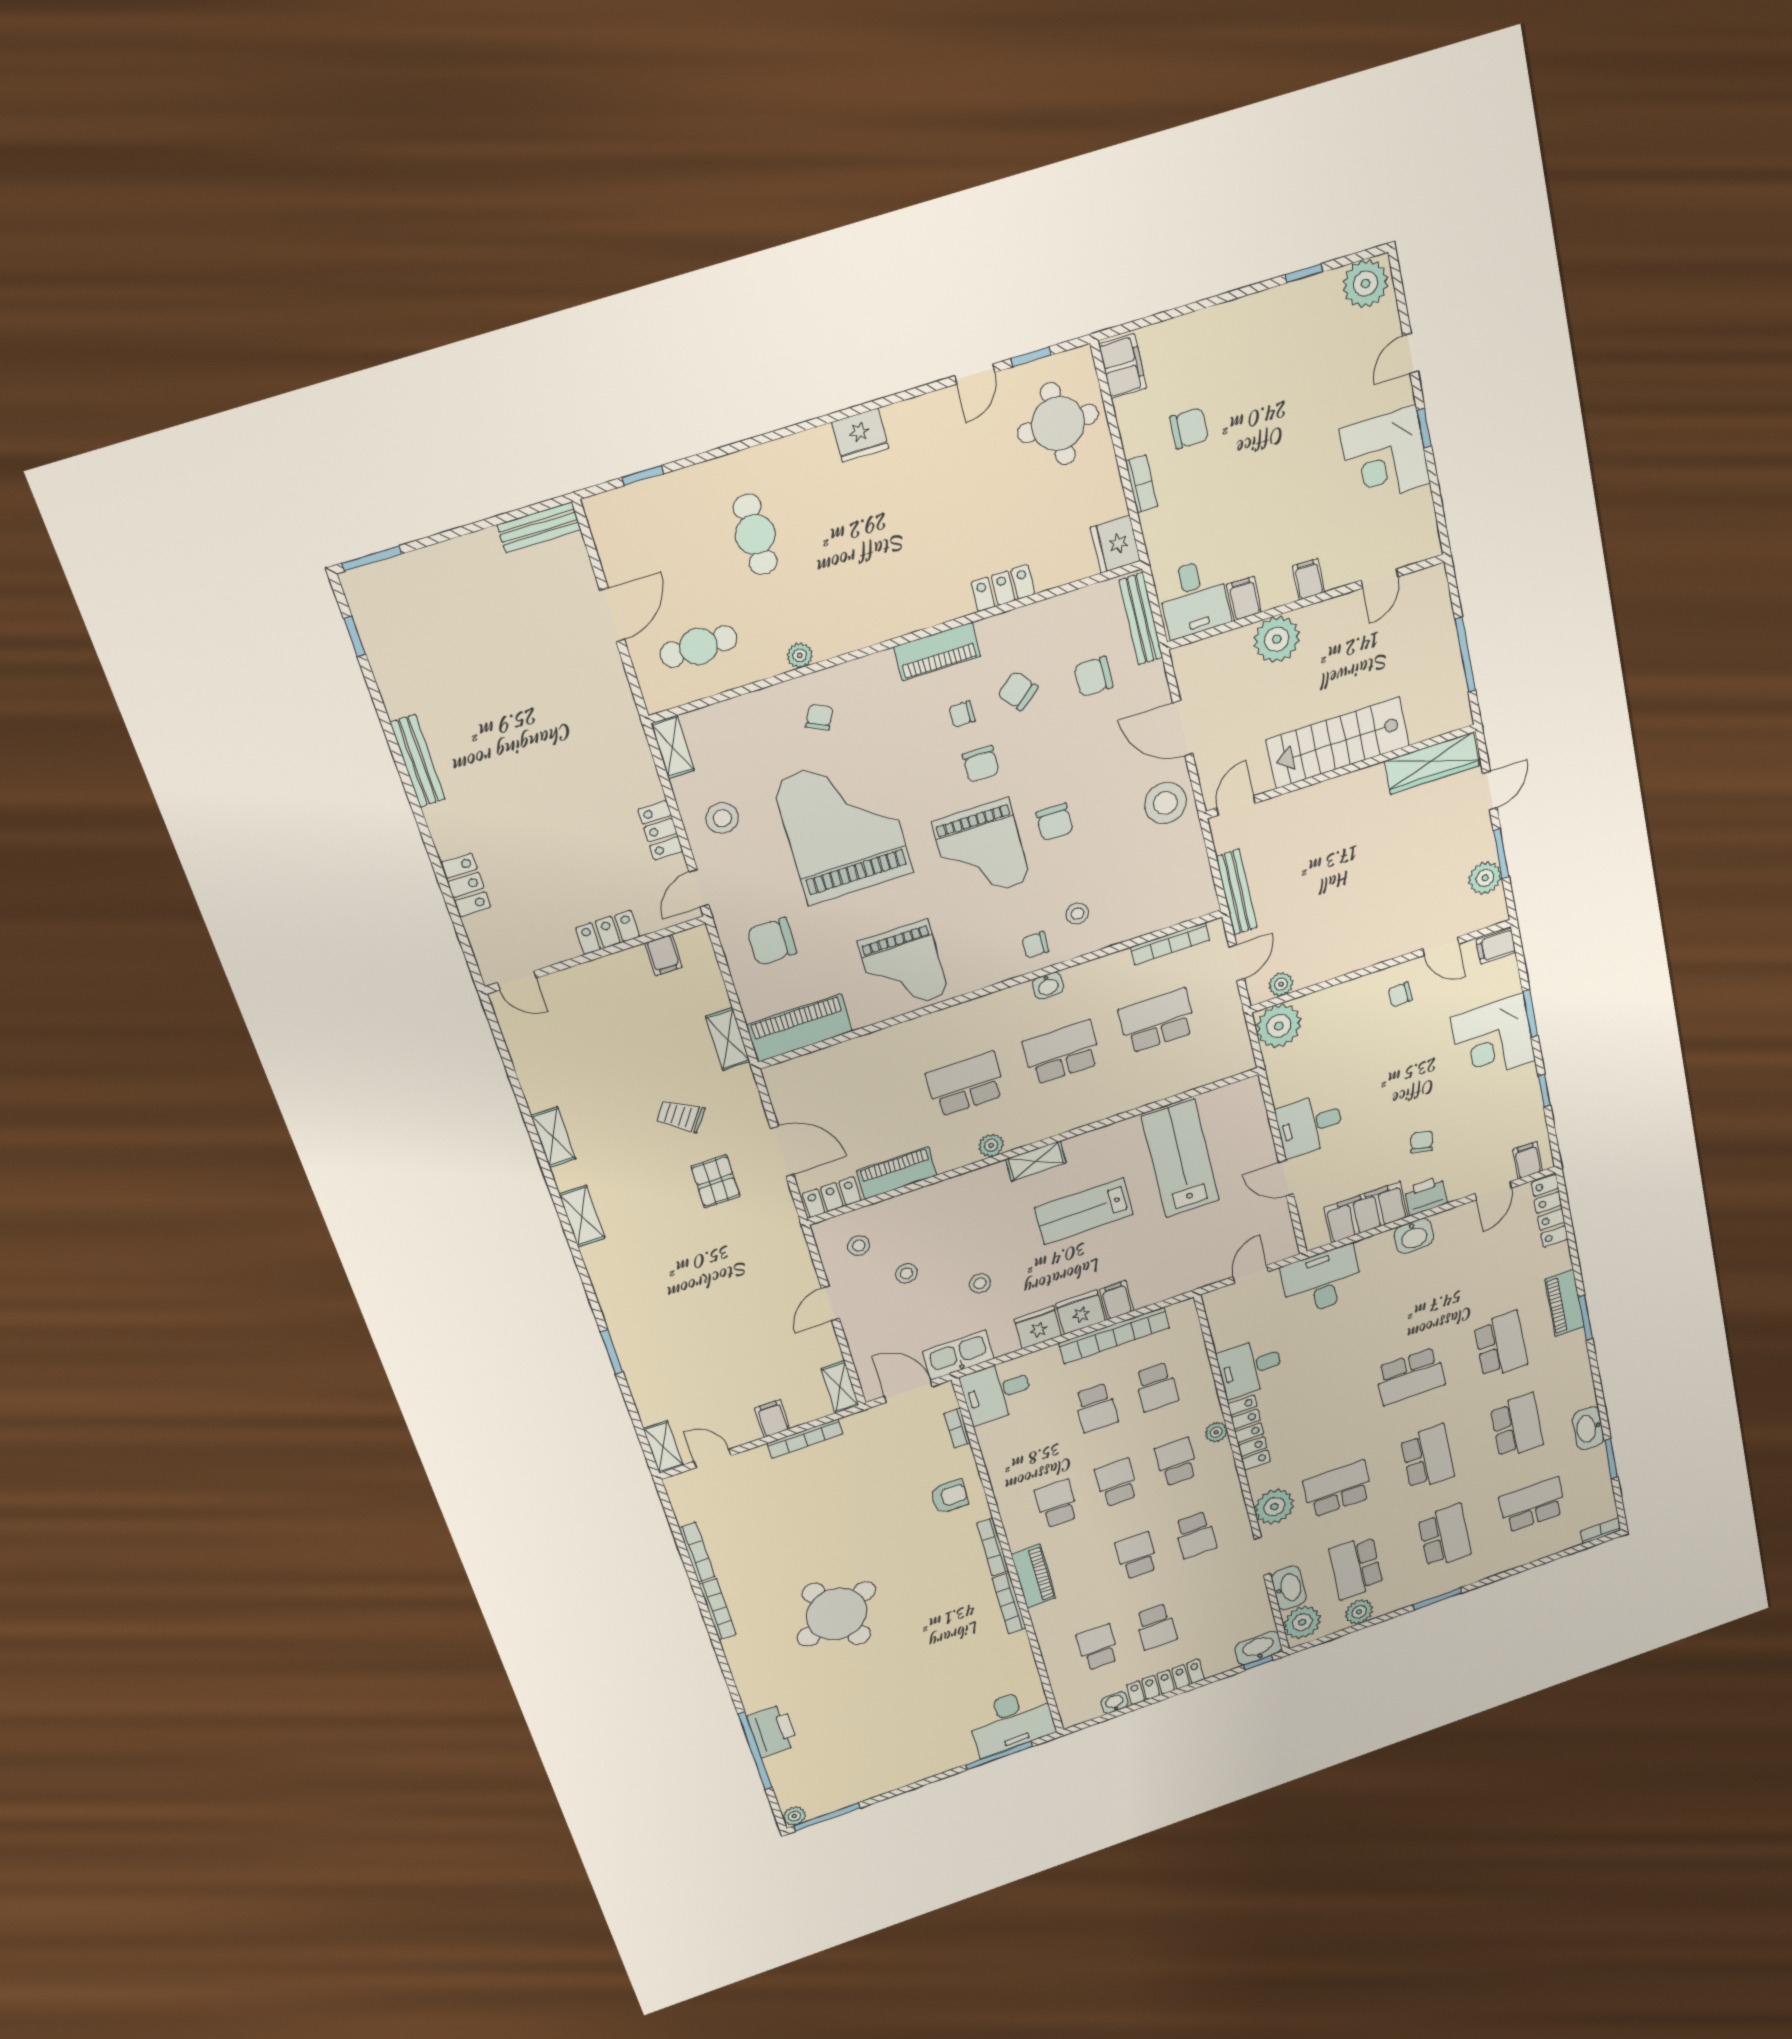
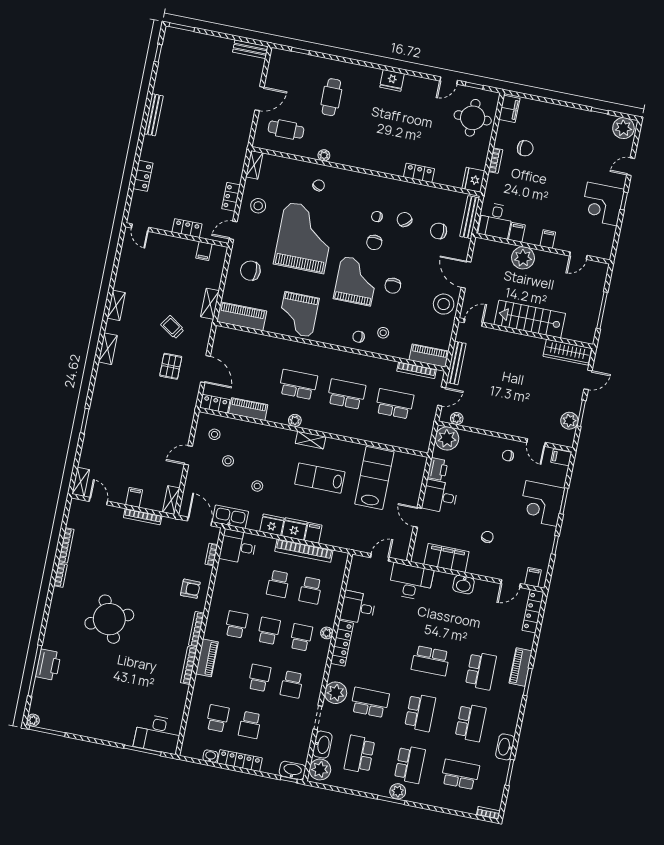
piano: (937, 652) -> (429, 356), moved, turned 180
grand piano: (981, 851) -> (356, 281), turned 180
washbasin: (1048, 986) -> (355, 359), removed
printer: (1426, 1196) -> (438, 469), moved, turned 90
bookcase: (718, 1609) -> (60, 575), width x0.64
plant: (1359, 1612) -> (398, 791), moved

